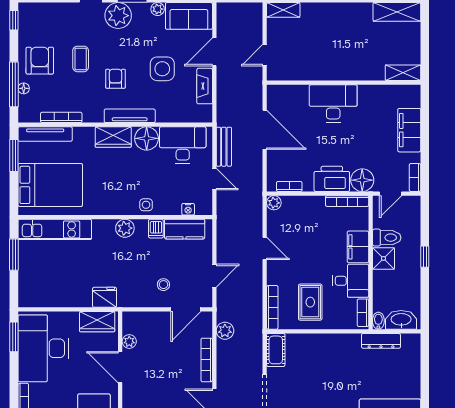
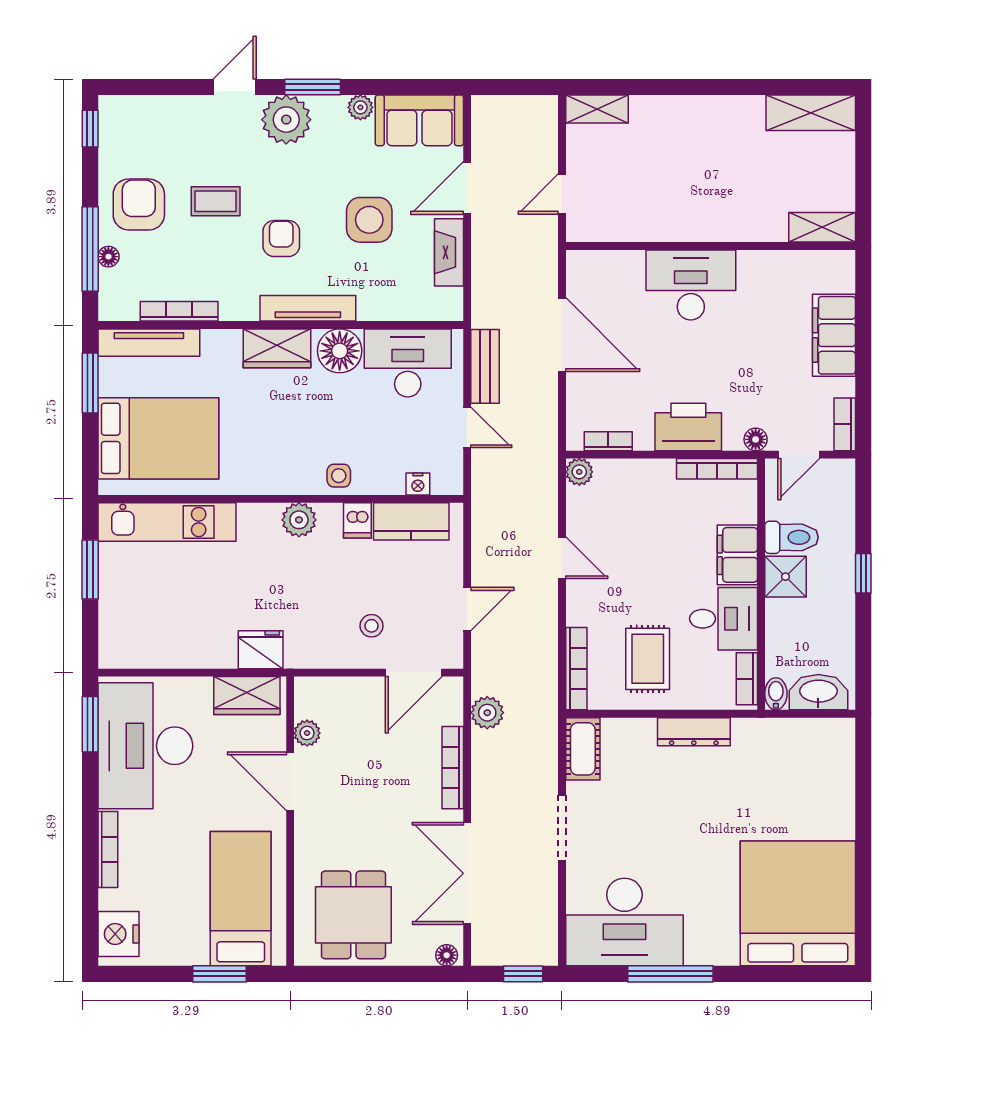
coffee table: (81, 59) -> (216, 201), turned 90
floor lamp: (362, 180) -> (756, 439), width x0.53, depth x0.53
dresser: (381, 341) -> (694, 732), moved

